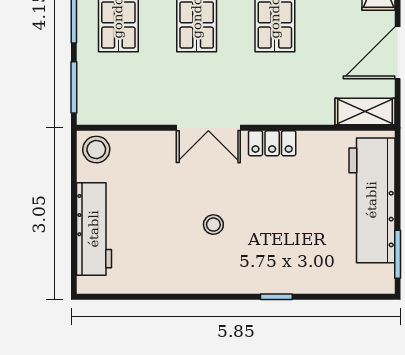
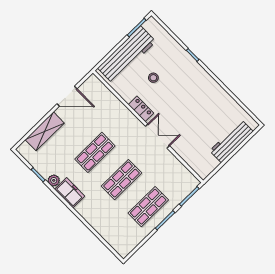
shelving: (365, 112) -> (98, 87), removed
stool: (96, 150) -> (203, 167), removed
stool: (213, 225) -> (153, 78), moved

